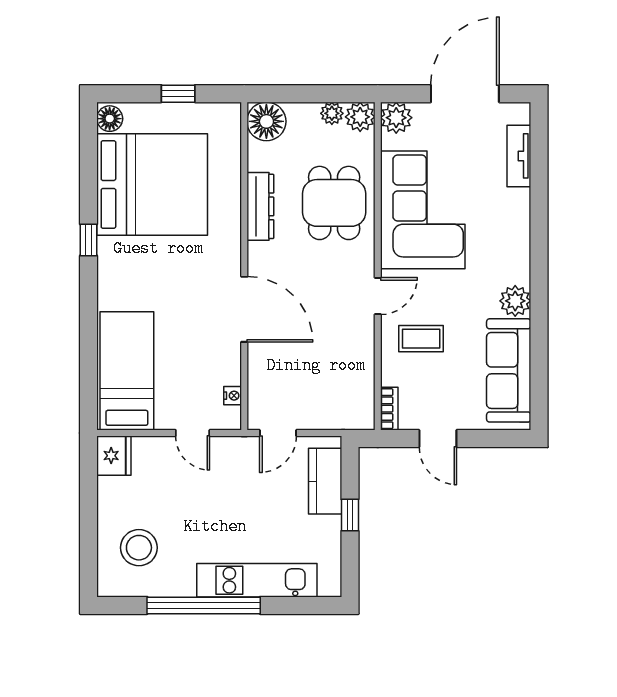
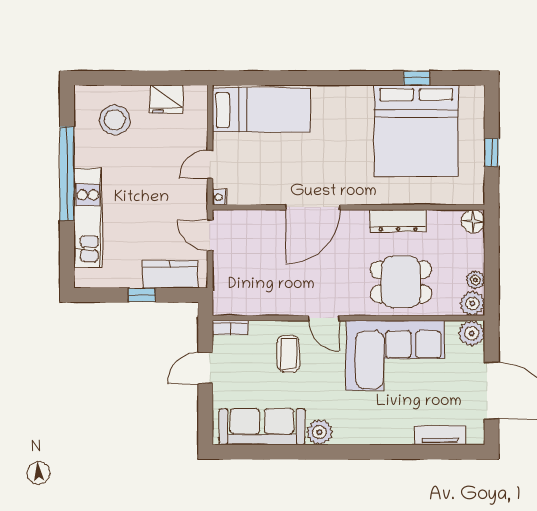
floor lamp: (110, 119) -> (471, 96), removed
floor lamp: (266, 121) -> (473, 221), width x0.73, depth x0.73
window: (88, 240) -> (417, 78), moved
nightstand: (233, 396) -> (220, 197), moved, turned 90
fridge: (114, 456) -> (167, 99), moved

